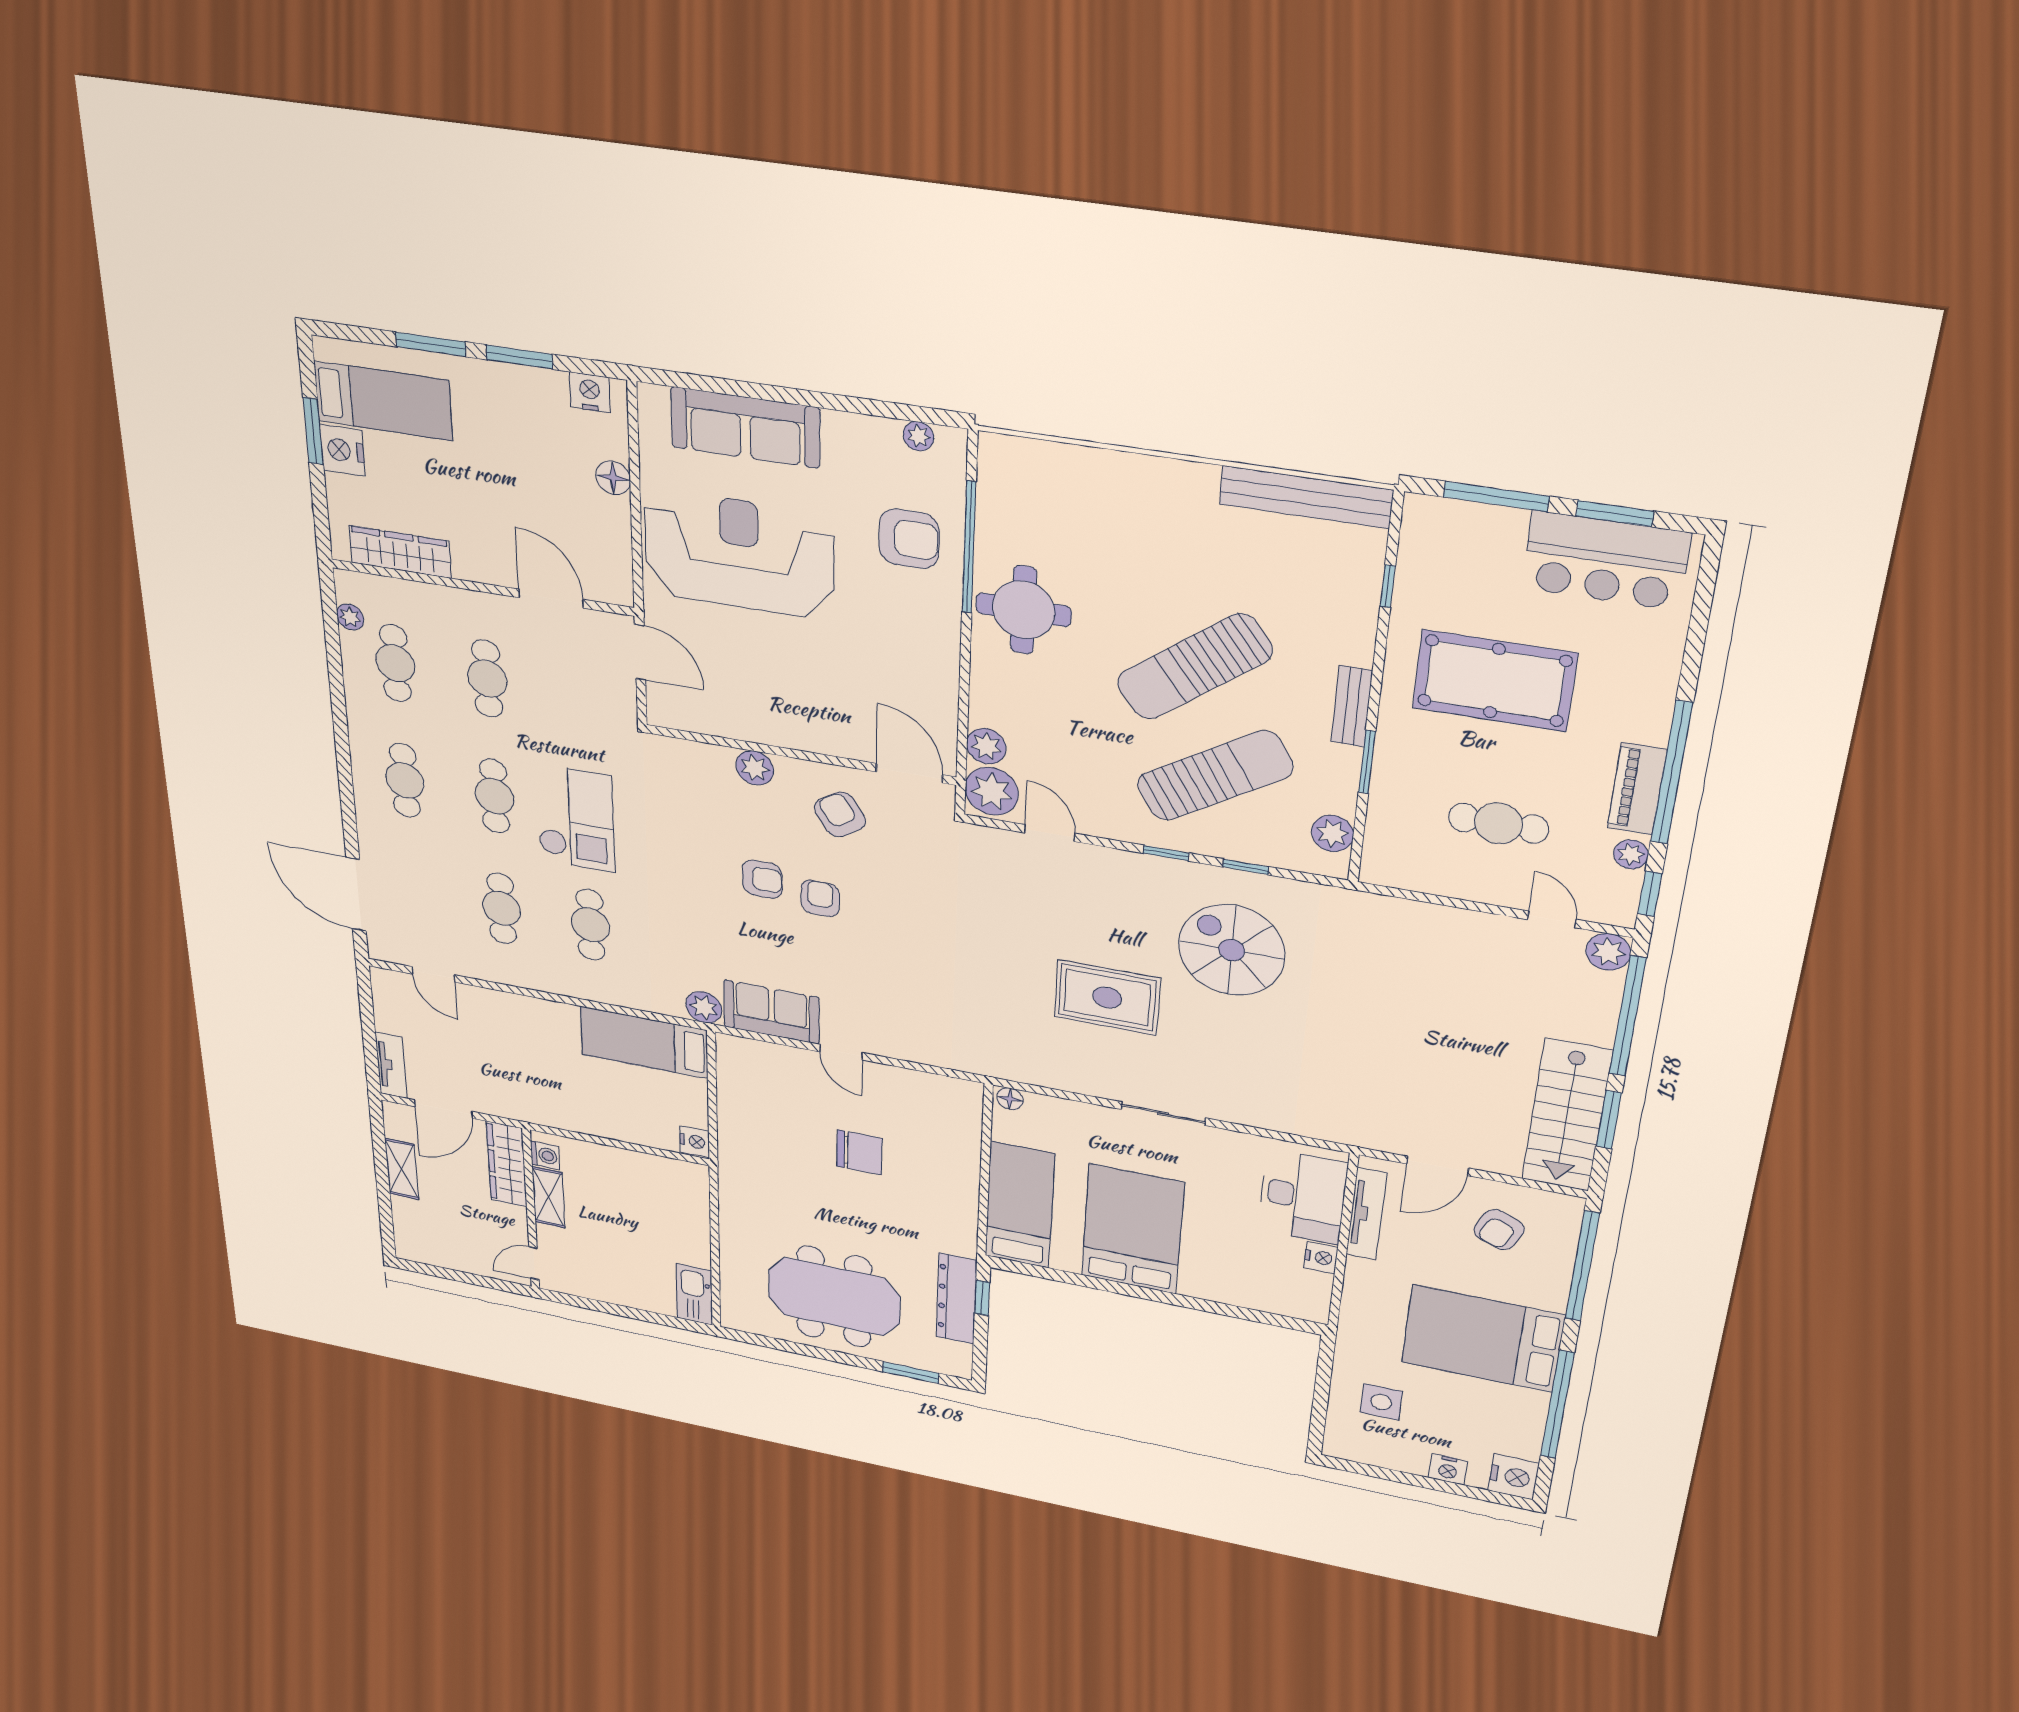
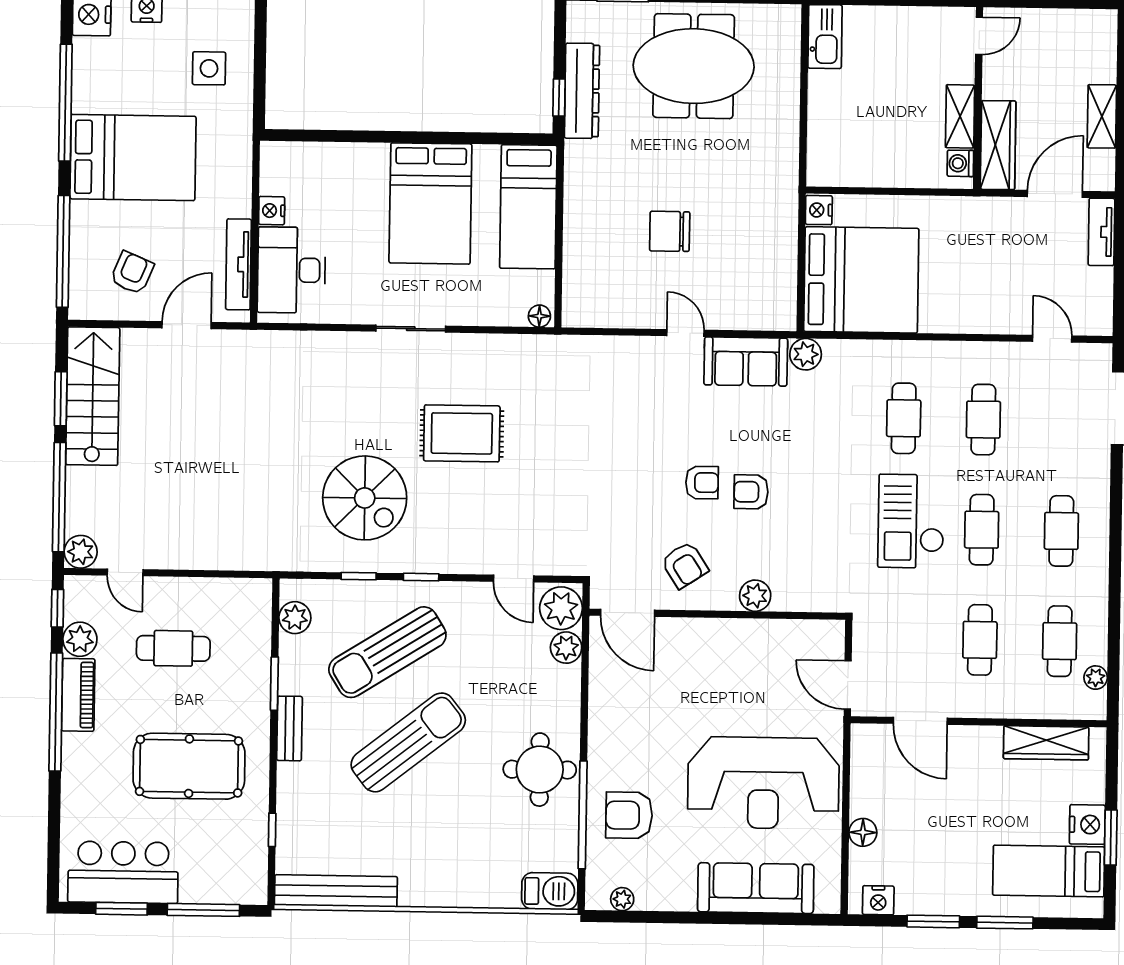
barbecue: (1014, 459) -> (550, 891), added
plant: (1631, 854) -> (80, 639), width x1.38, depth x1.38
armchair: (820, 898) -> (702, 483), turned -90
bed: (644, 1042) -> (861, 280), width x2.04

